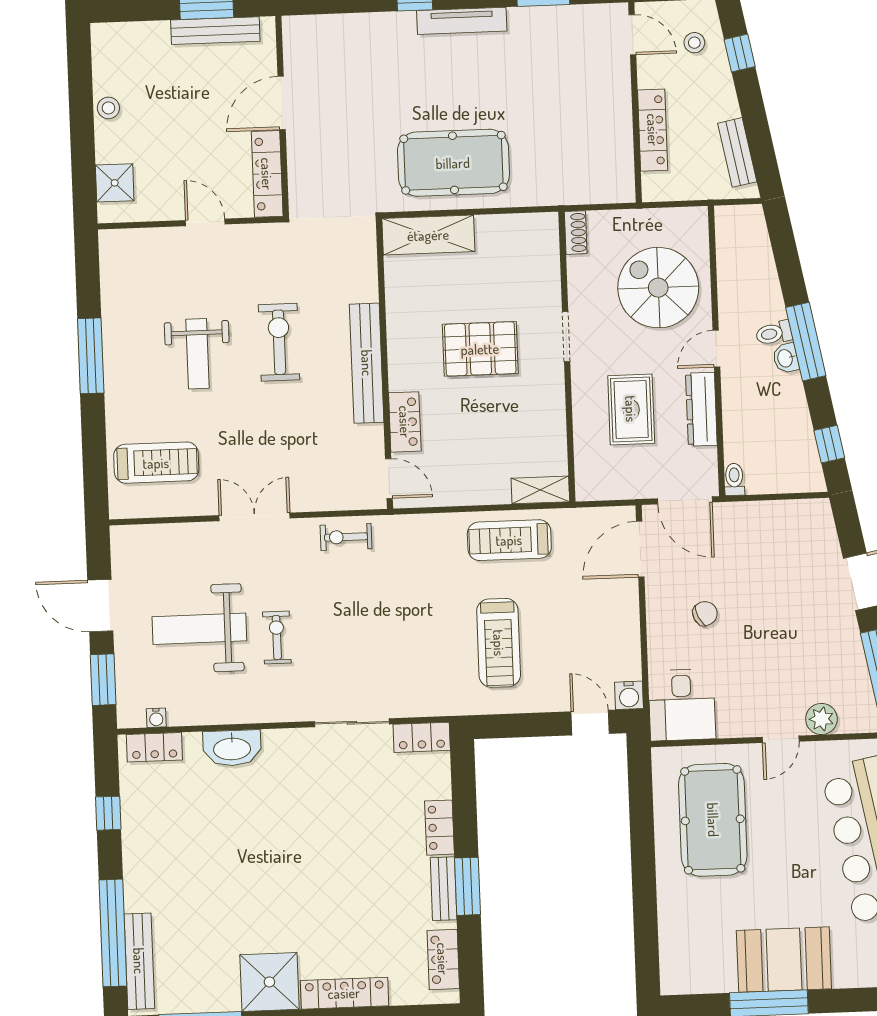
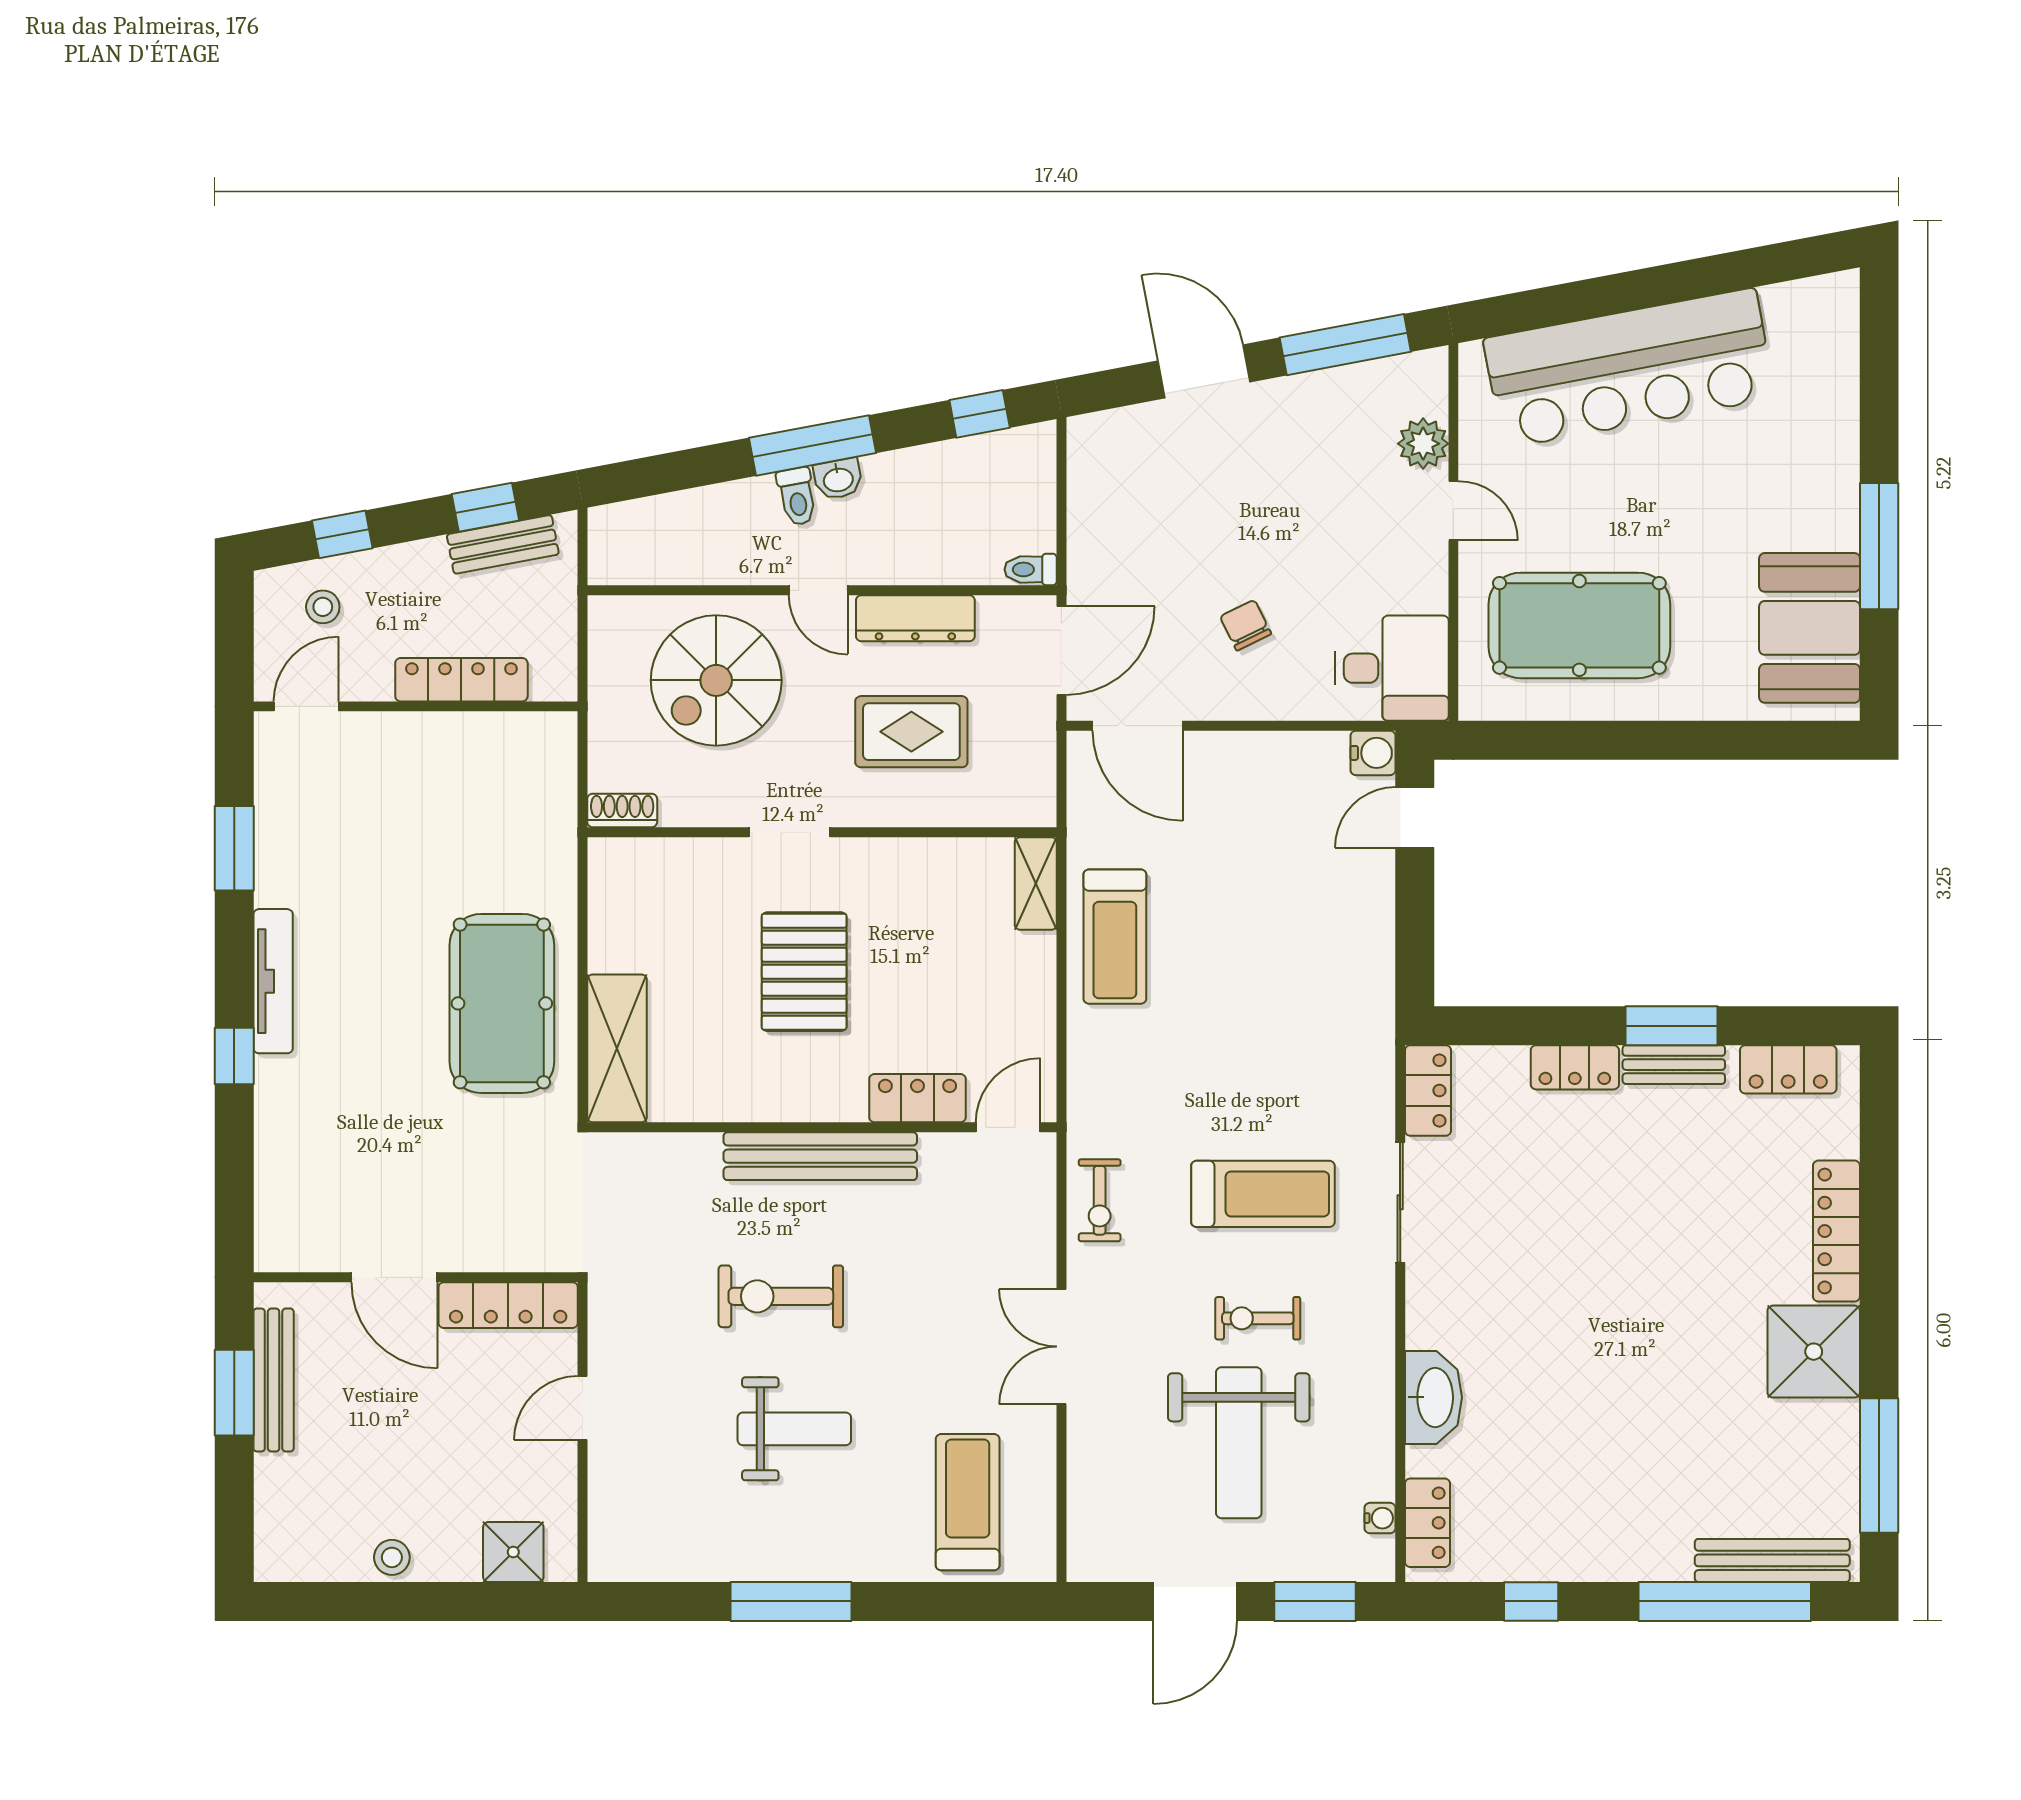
window: (760, 141) -> (485, 507), added
treadmill: (499, 643) -> (1263, 1194), moved
booth: (784, 960) -> (1810, 628), moved

